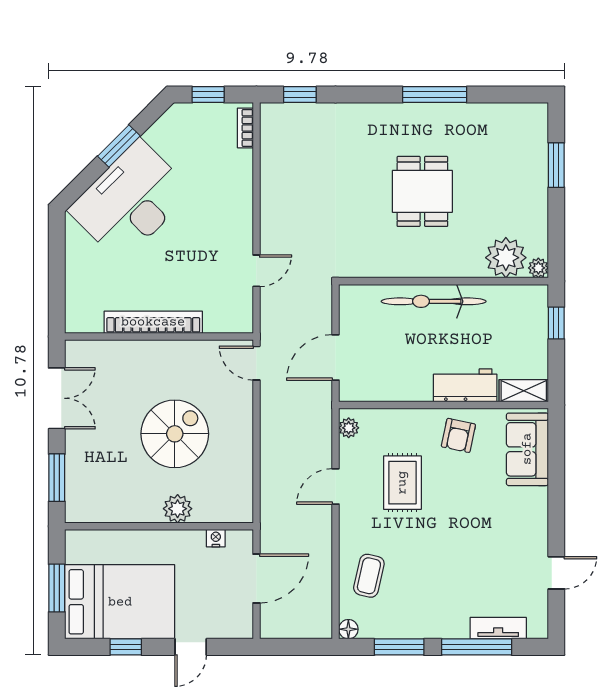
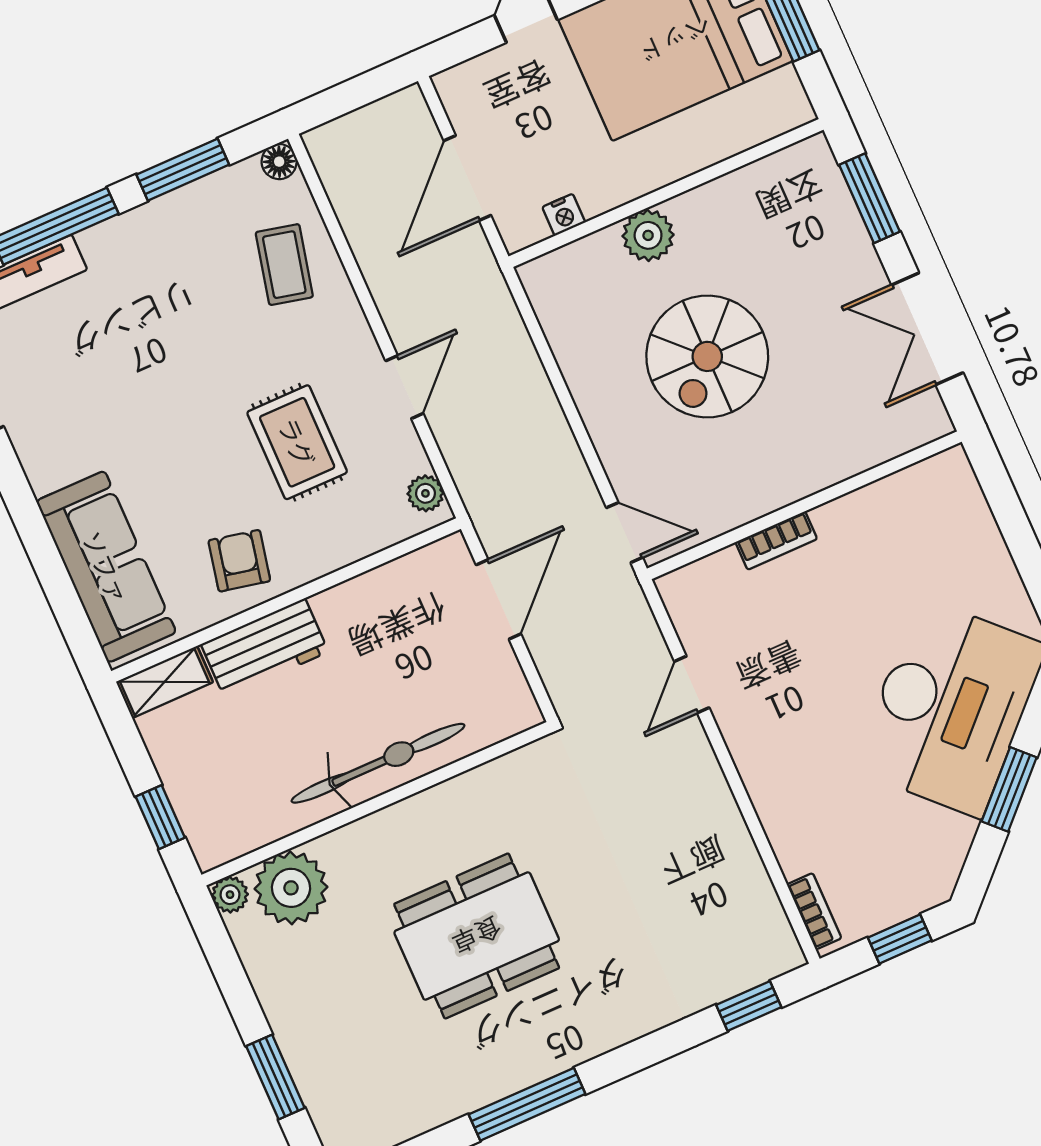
dining table: (422, 191) -> (477, 936), width x1.38
bookcase: (153, 322) -> (776, 541), width x0.43, depth x0.76
sofa: (527, 449) -> (106, 567), width x1.36

